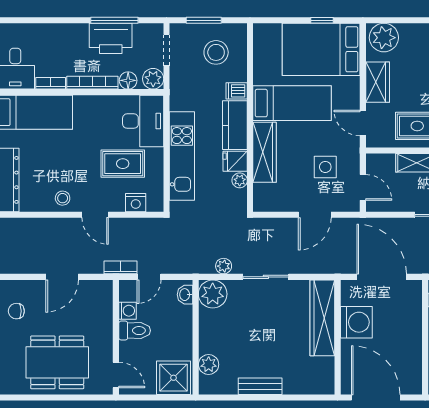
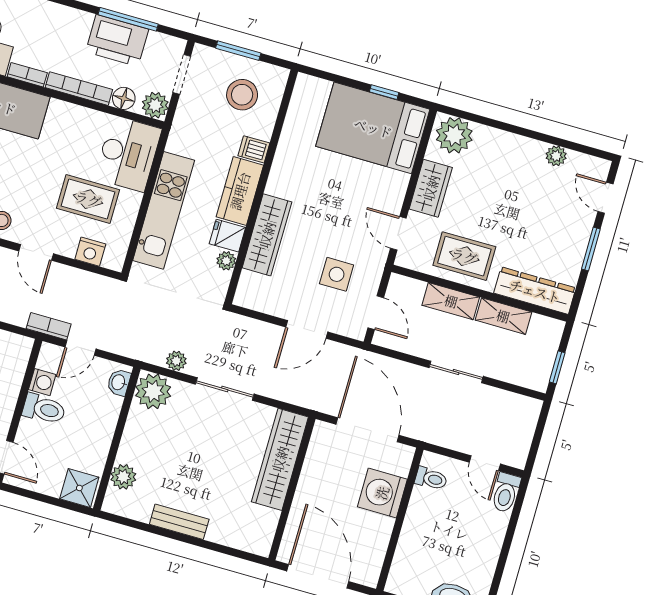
bed: (292, 103) -> (318, 184), removed
washing machine: (356, 322) -> (382, 493), moved, turned 180
shower: (173, 378) -> (79, 488), width x0.73, depth x0.73

